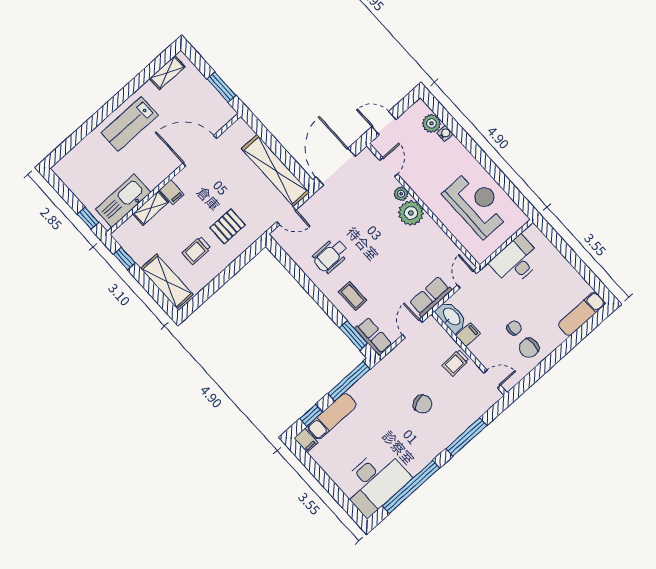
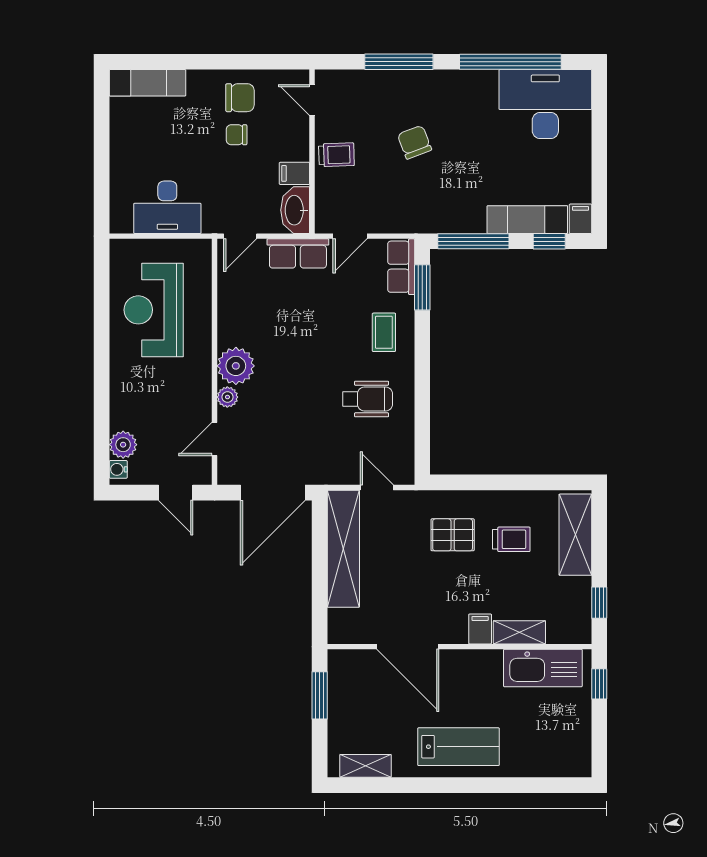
water cooler: (445, 133) -> (118, 469), moved

